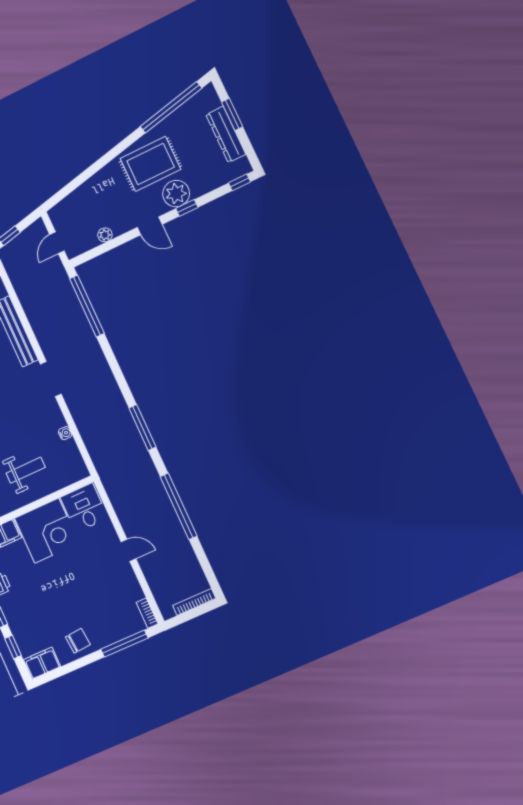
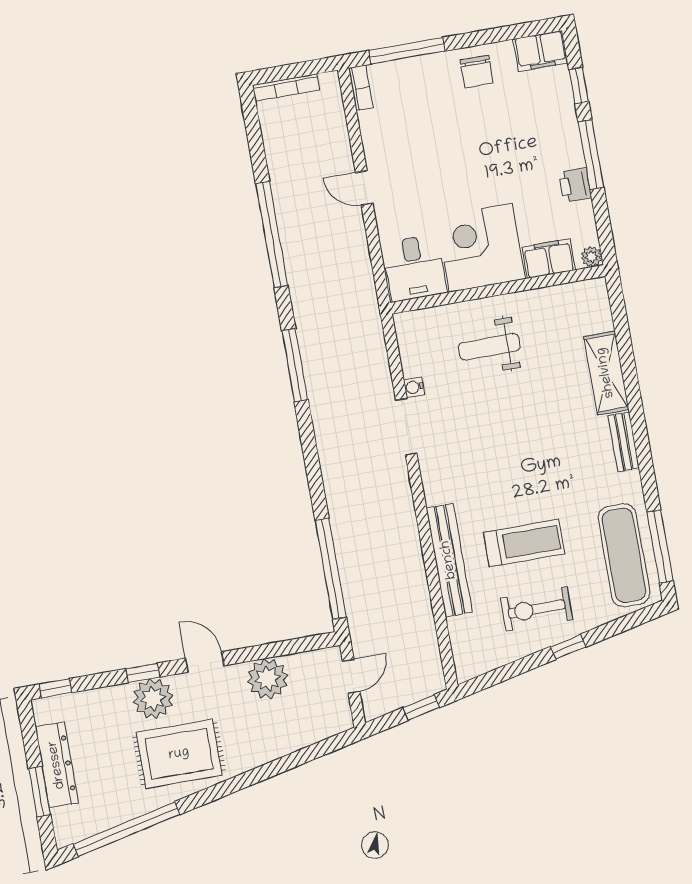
plant: (105, 235) -> (268, 679), width x1.87, depth x1.87
doorway: (51, 379) -> (406, 427), moved
chair: (78, 641) -> (477, 71), turned -85

